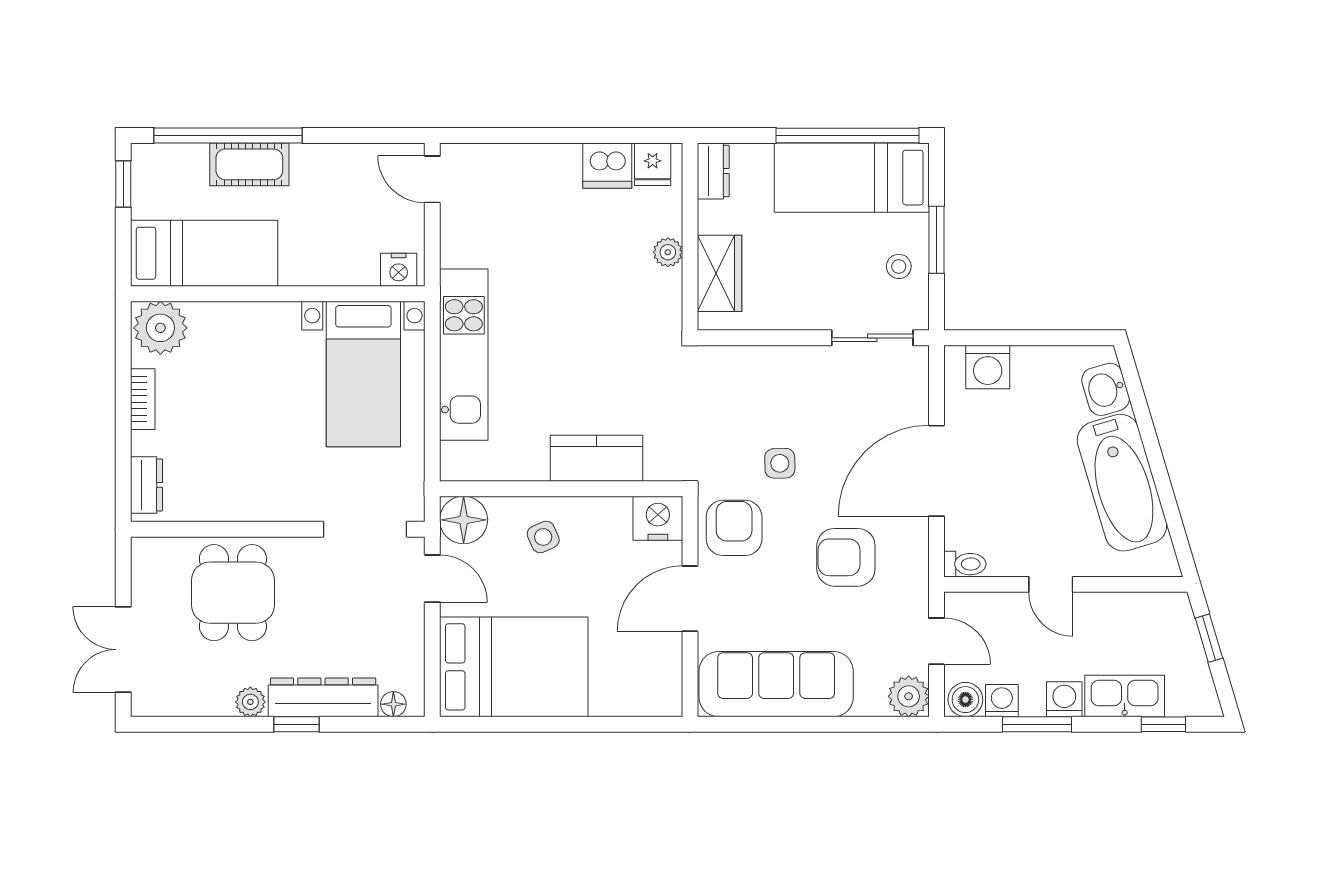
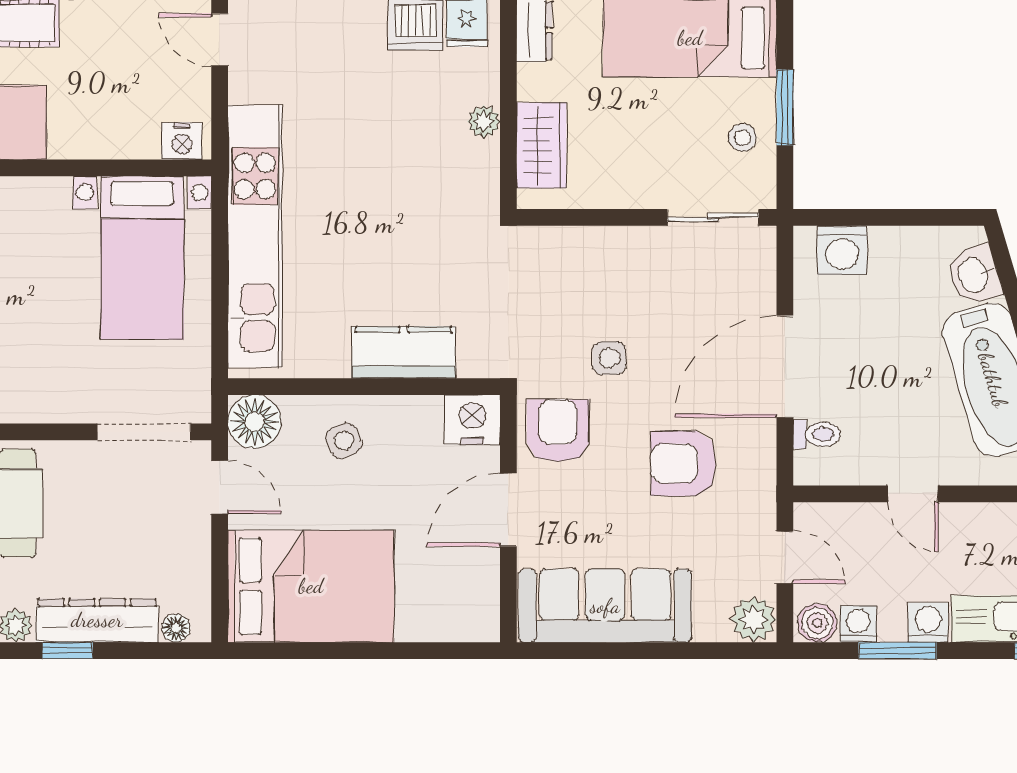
kitchen unit: (464, 355) -> (255, 236), width x1.36
toilet: (965, 564) -> (817, 434), moved

